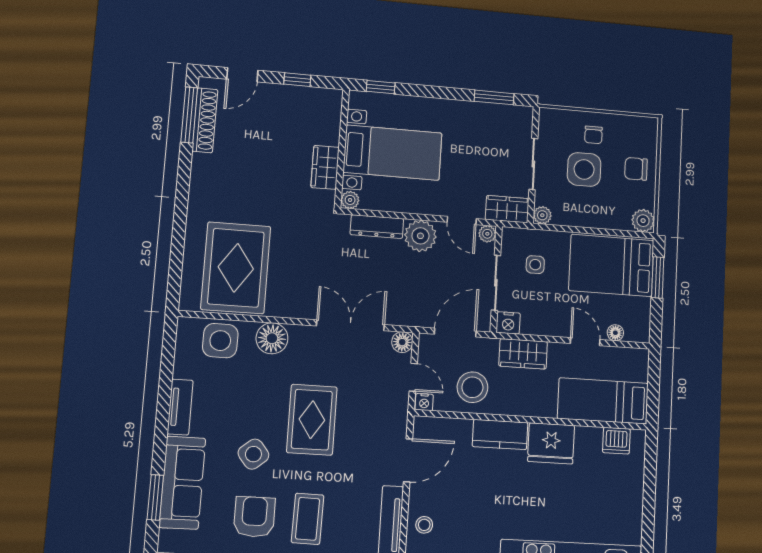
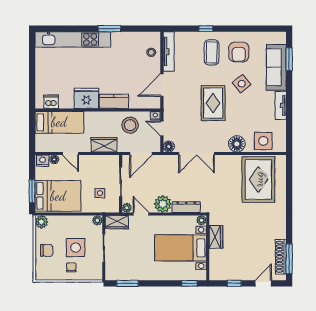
nightstand: (508, 323) -> (43, 161), moved

